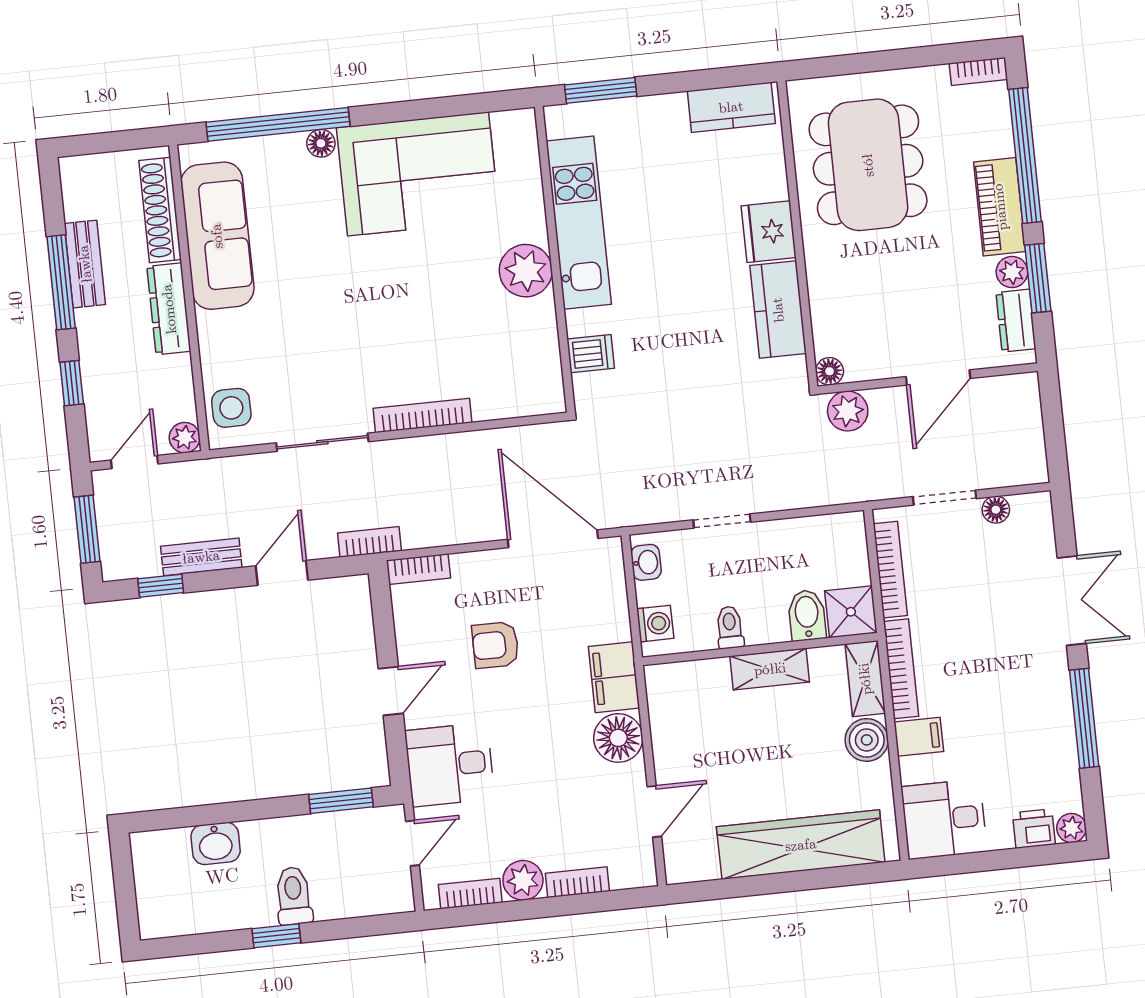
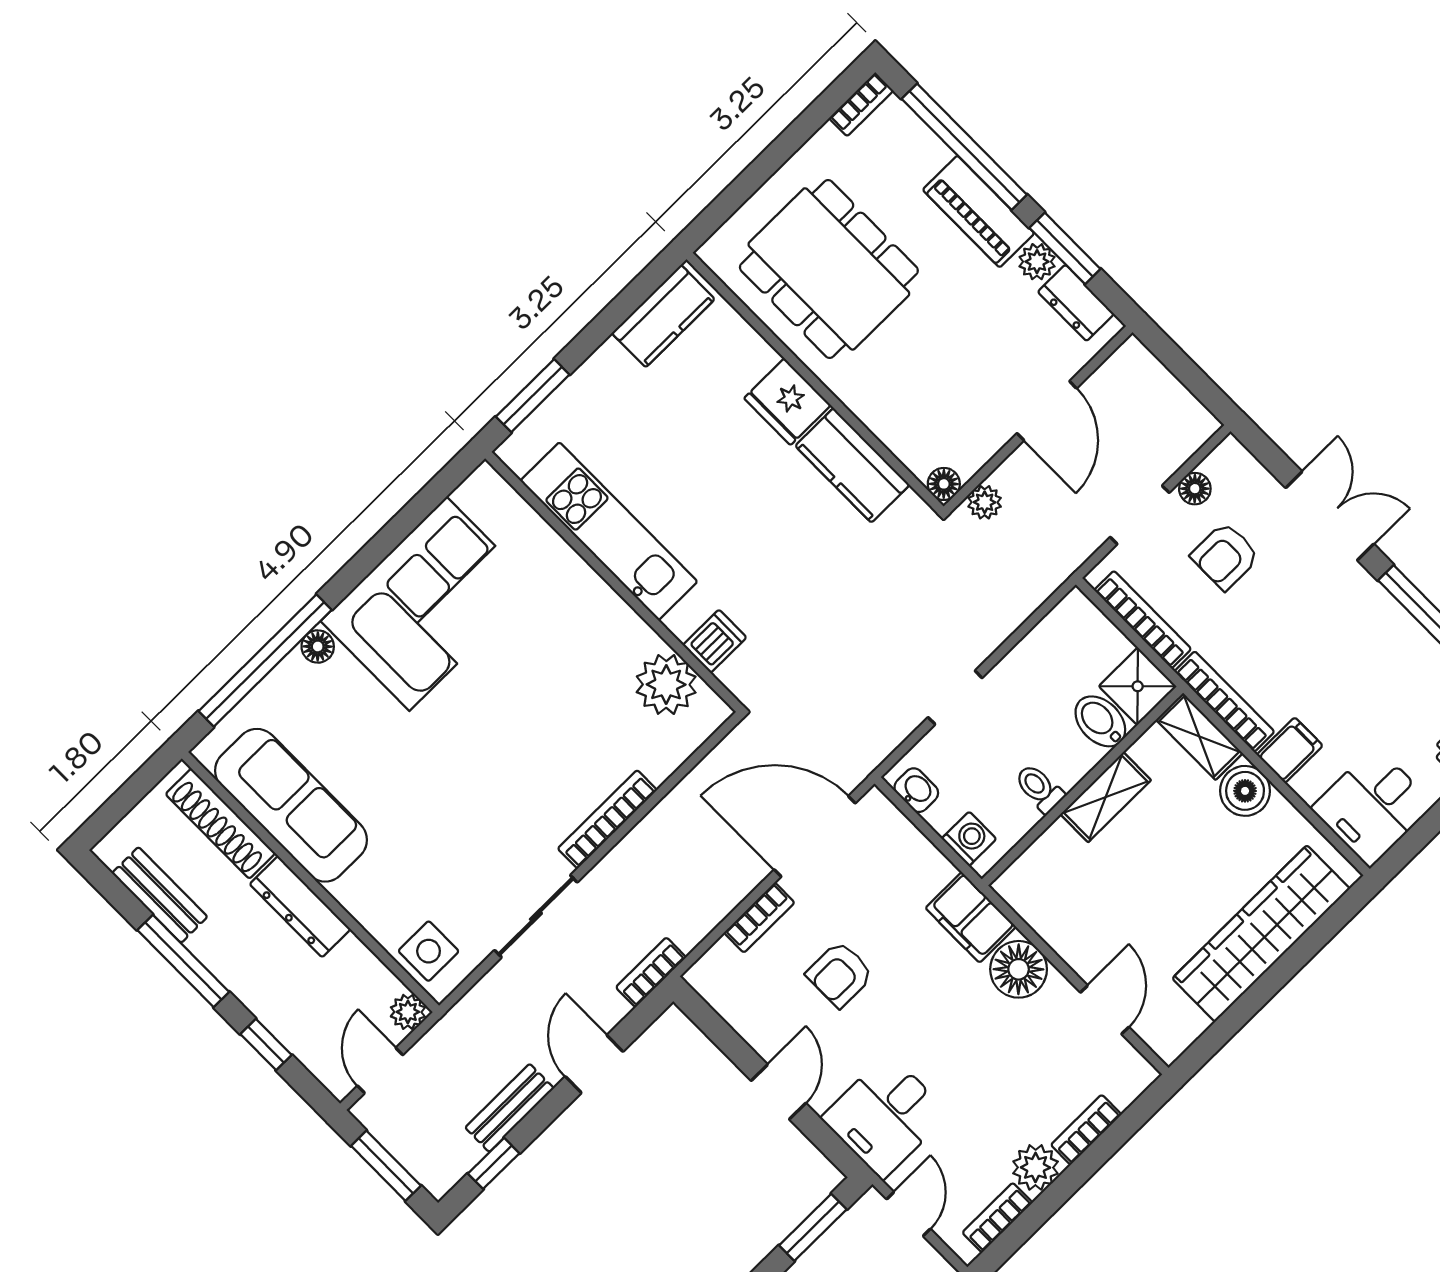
bench: (85, 264) -> (160, 895), moved
plant: (526, 271) -> (666, 684), moved
plant: (848, 411) -> (985, 502), width x0.73, depth x0.73
bookcase: (418, 569) -> (759, 918), moved
armchair: (980, 571) -> (1225, 556), added

